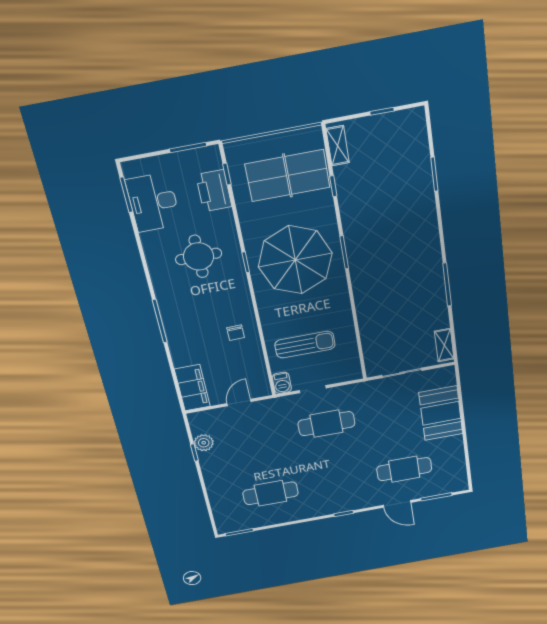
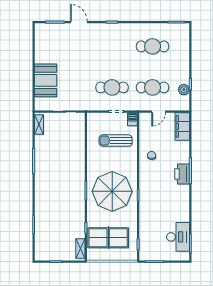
printer: (214, 191) -> (182, 174), moved, turned 180
round table: (199, 256) -> (162, 203), removed
cafe table: (404, 469) -> (153, 87), moved

